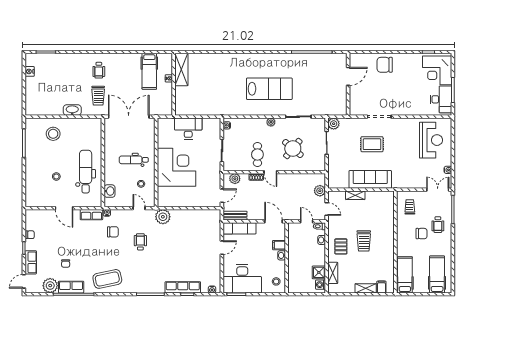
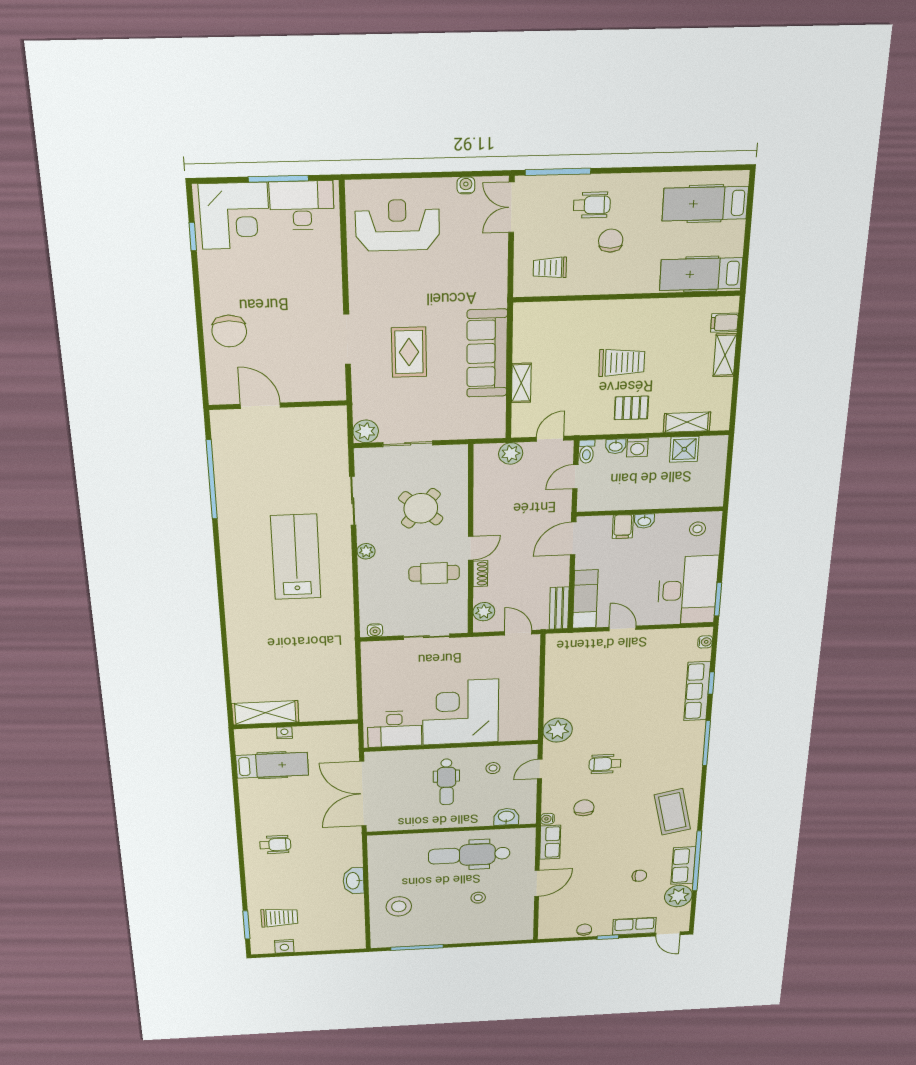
trolley: (98, 96) -> (279, 918), moved
desk: (188, 129) -> (395, 729), moved, turned -90
washing machine: (321, 285) -> (637, 448), moved

